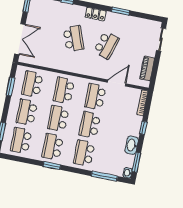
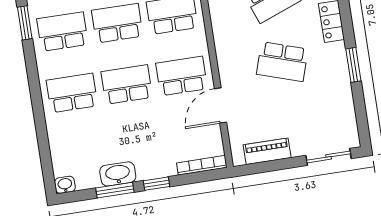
door: (117, 83) -> (220, 105), swing flipped
window: (136, 162) -> (115, 190), moved
window: (52, 166) -> (25, 23), moved
window: (104, 176) -> (44, 145), removed

